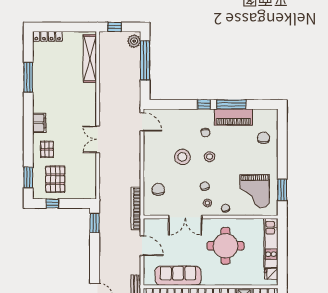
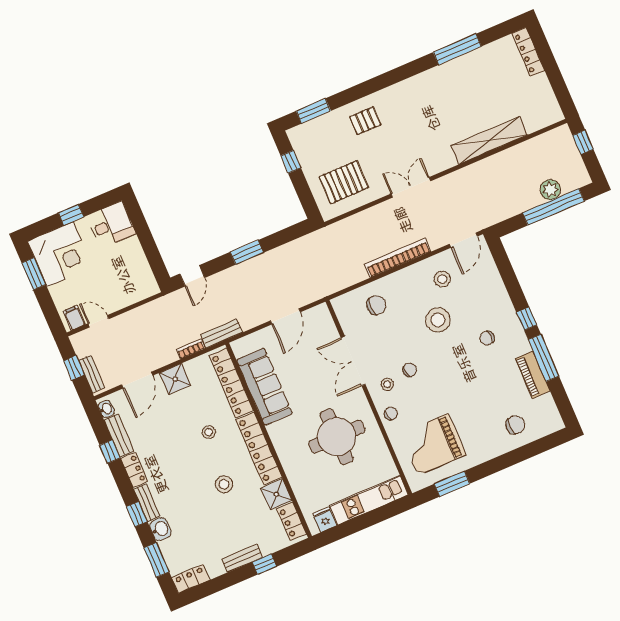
plant: (134, 41) -> (550, 190), moved
shelving: (90, 59) -> (489, 140), moved
piano: (233, 117) -> (533, 375), width x0.73, depth x0.75
filing cabinet: (39, 123) -> (398, 93), removed
stool: (210, 157) -> (442, 279), moved
pallet: (55, 179) -> (344, 182), moved
bookcase: (136, 209) -> (398, 258), moved
window: (95, 223) -> (247, 252), moved

